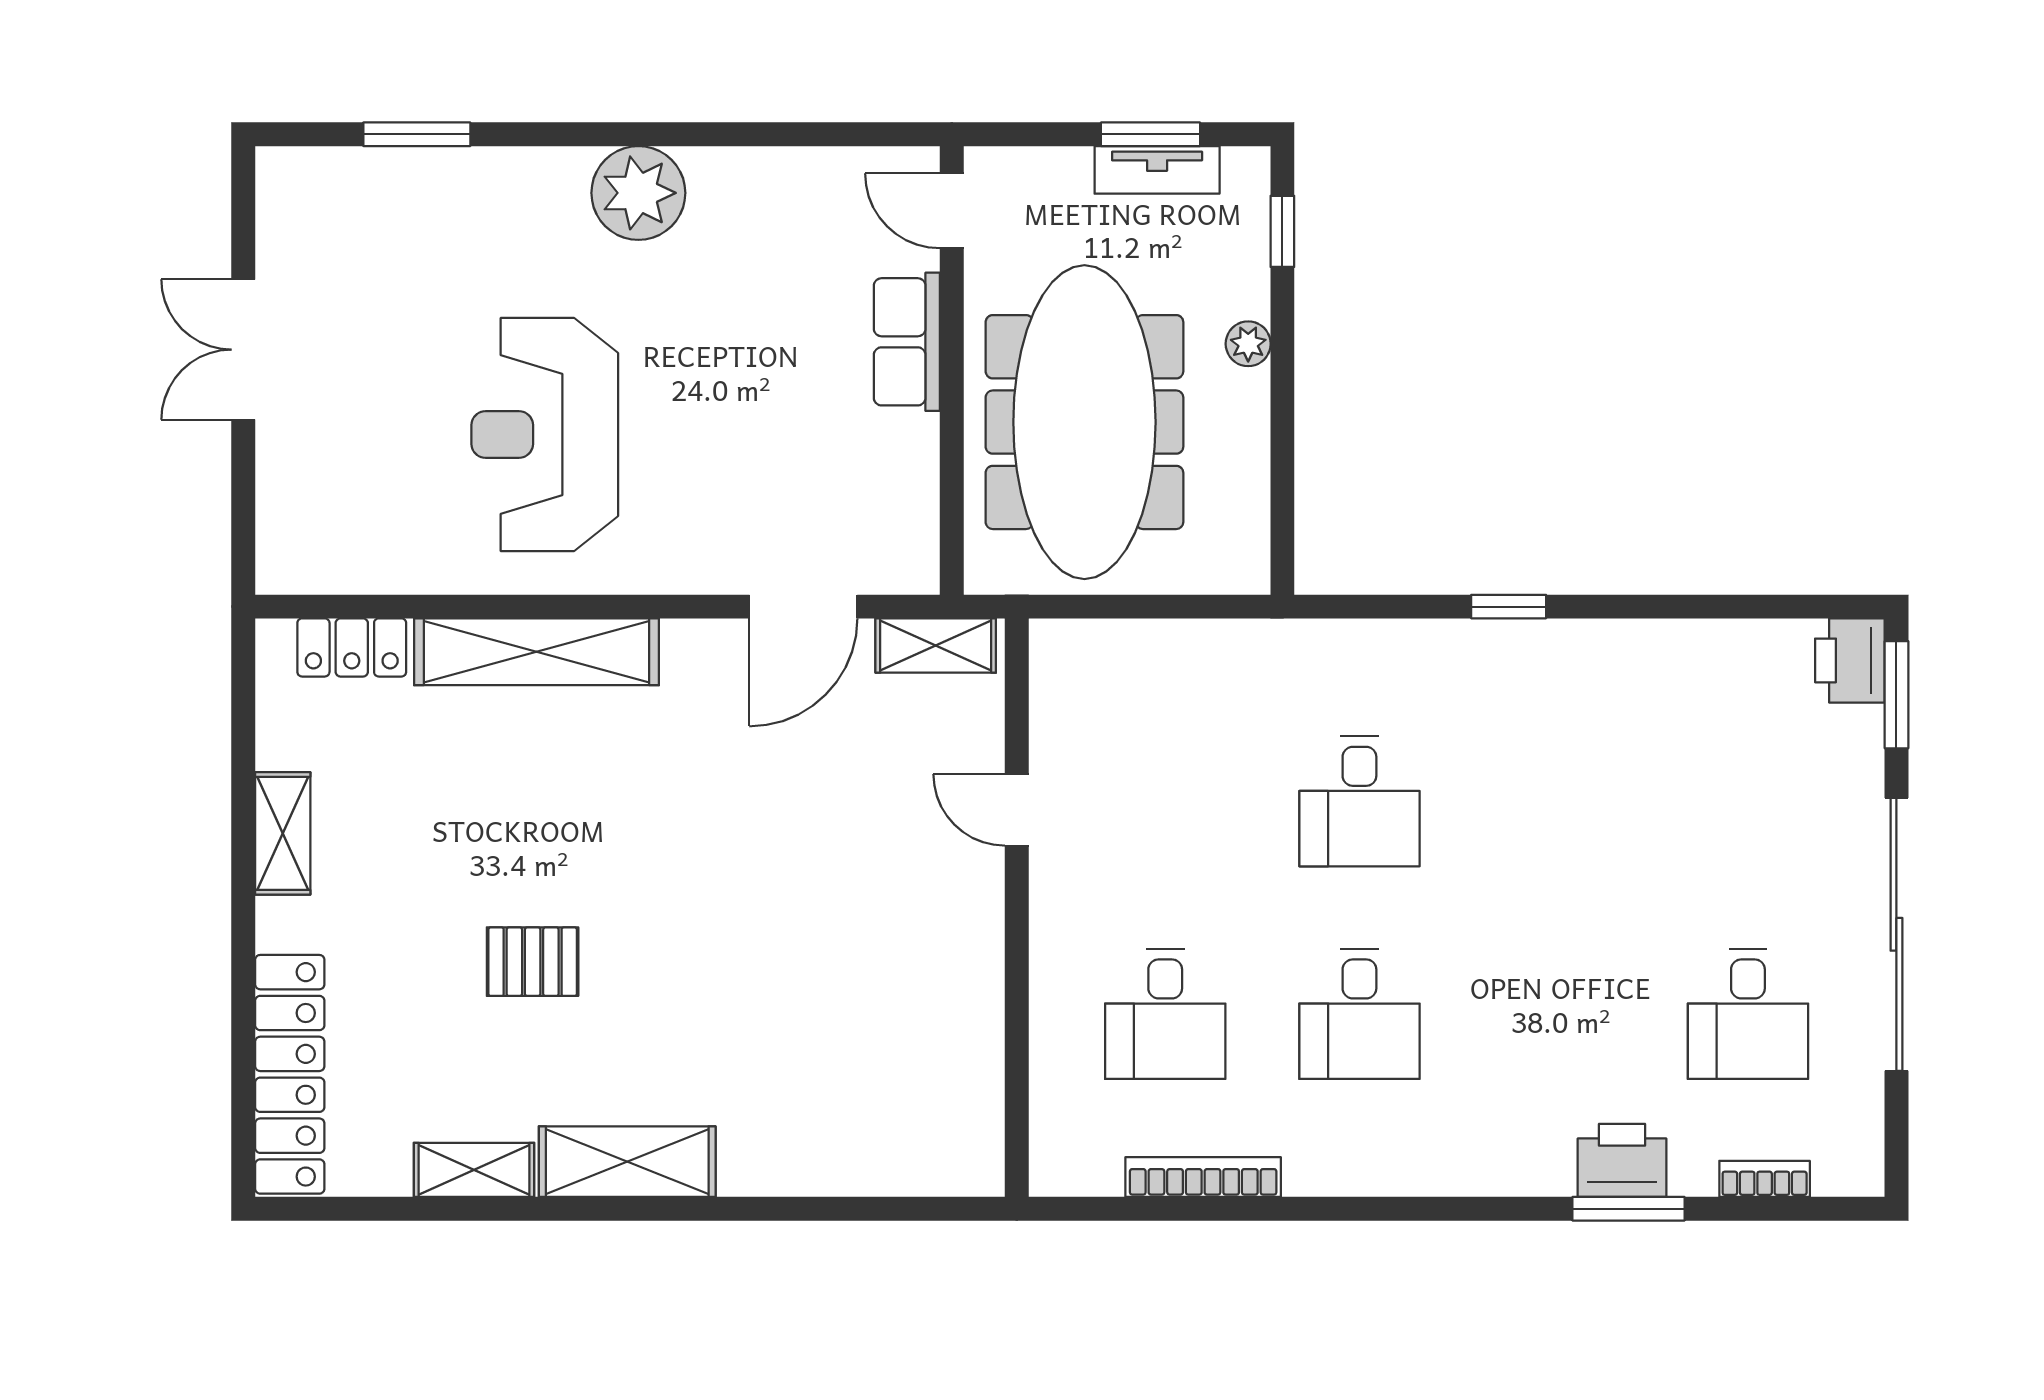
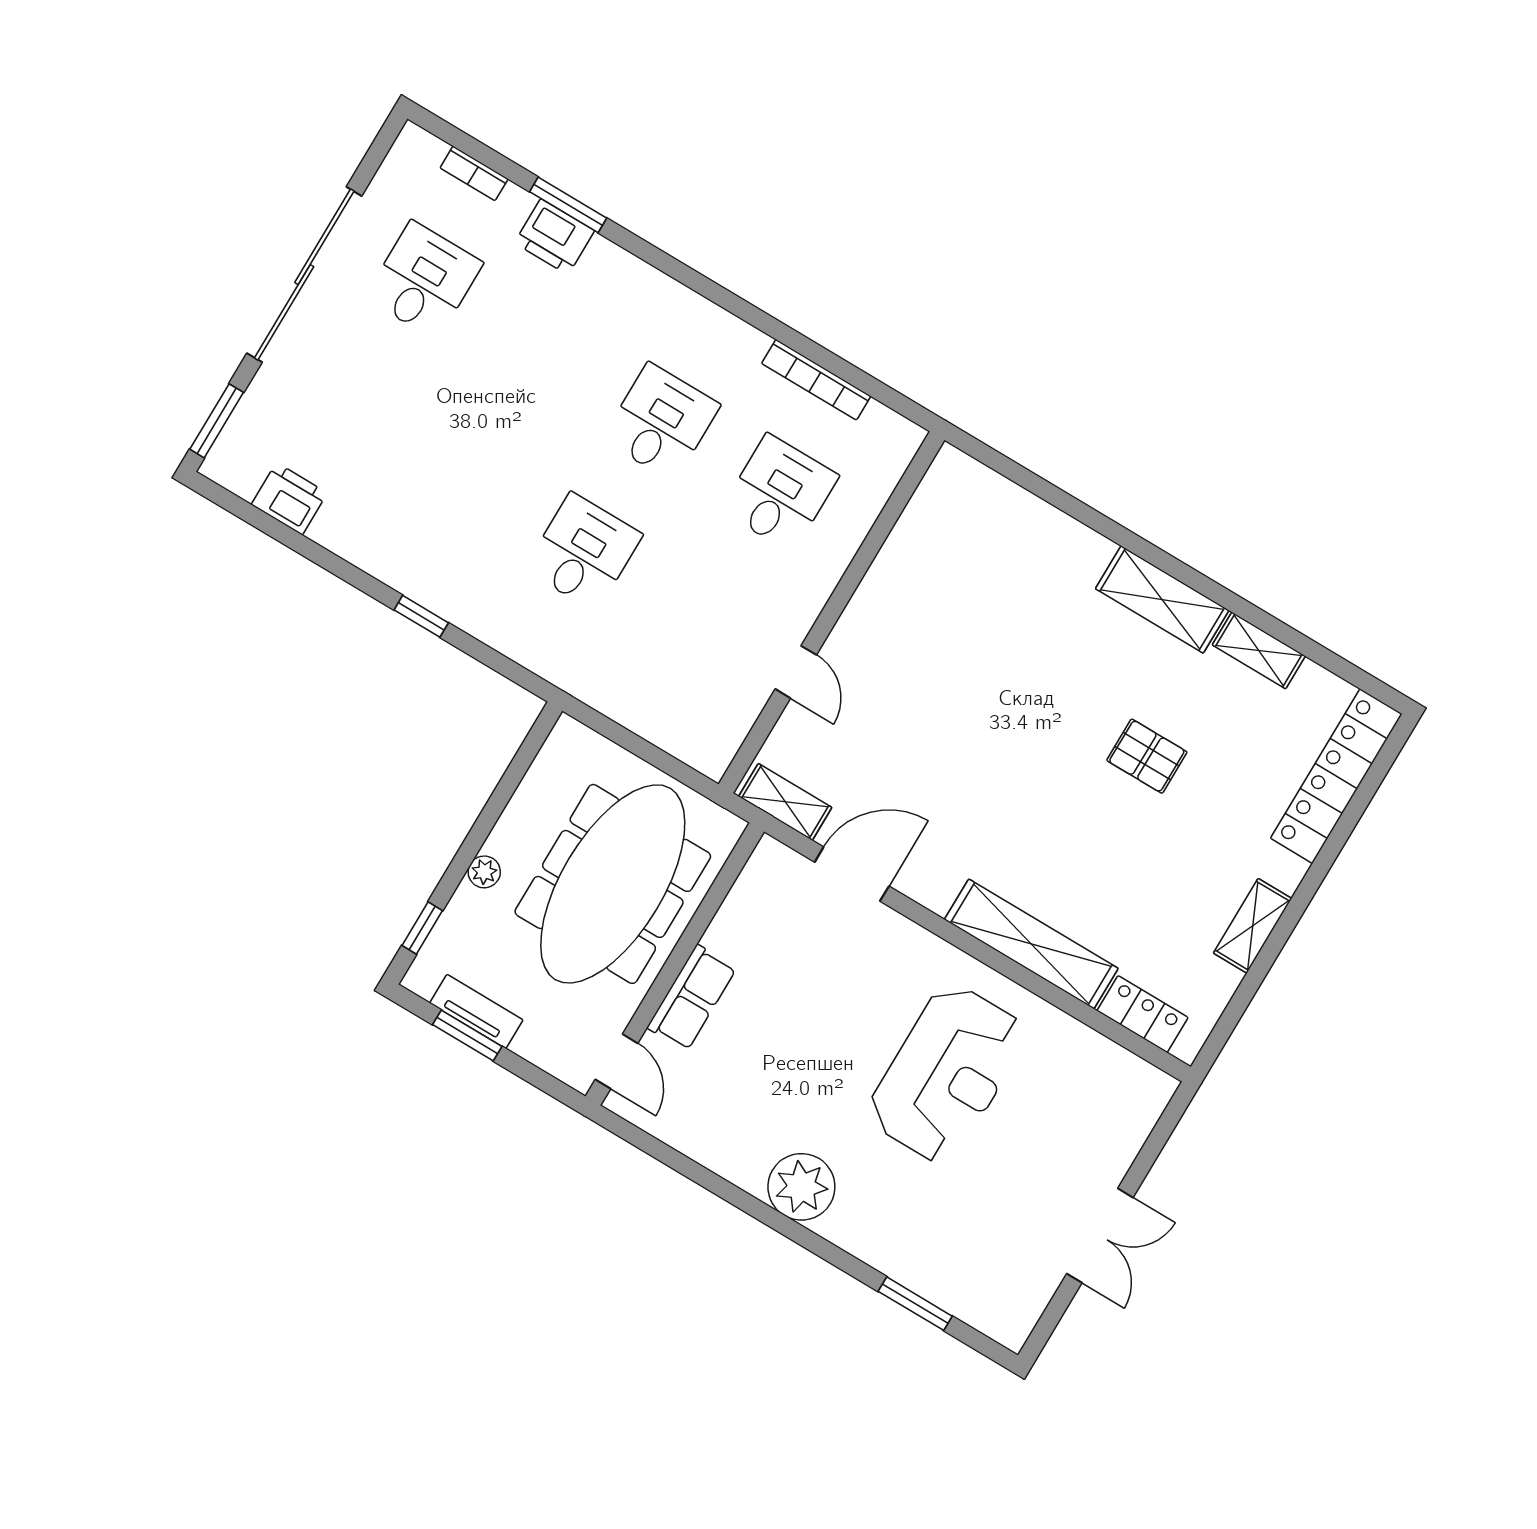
printer: (1850, 660) -> (289, 499), moved, turned -90

